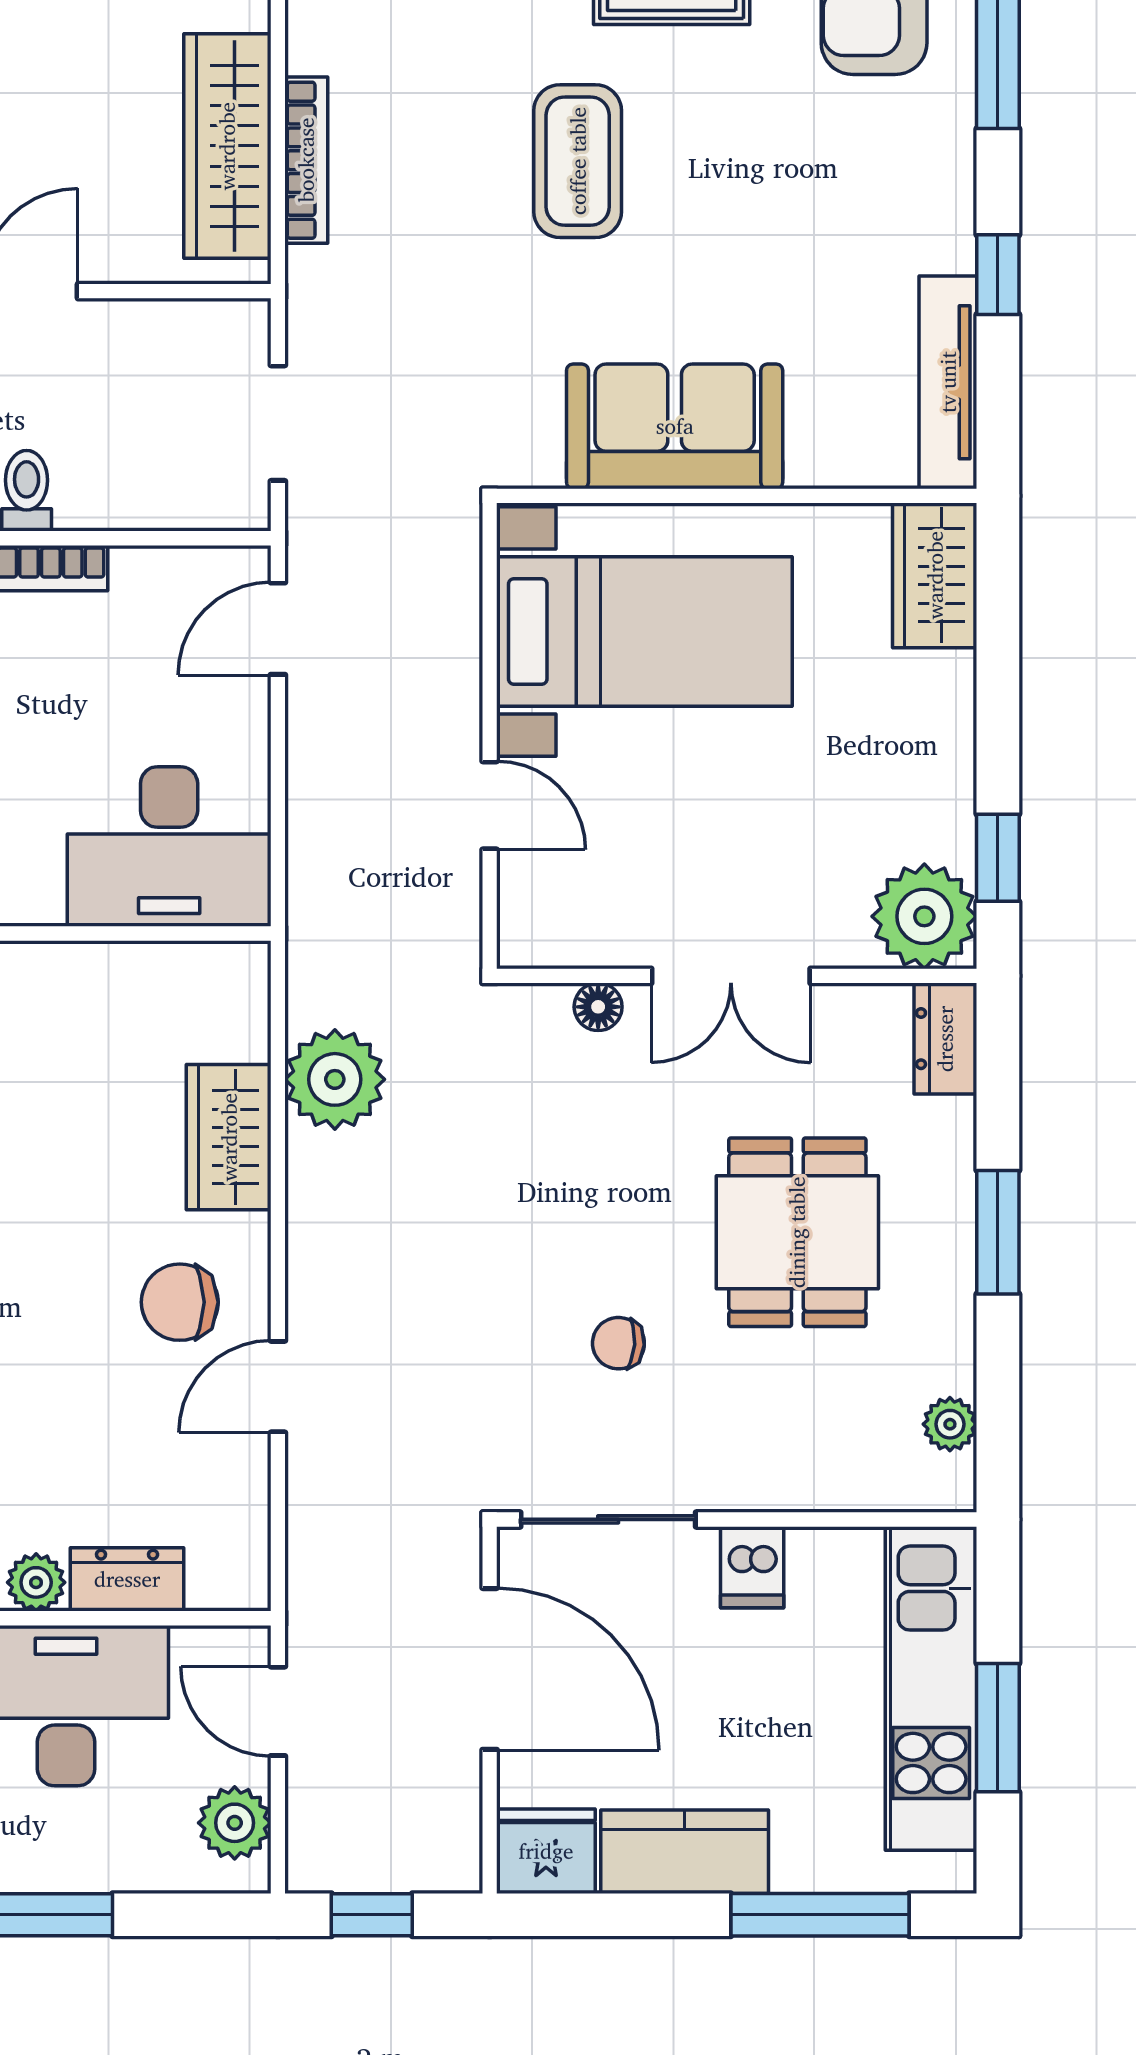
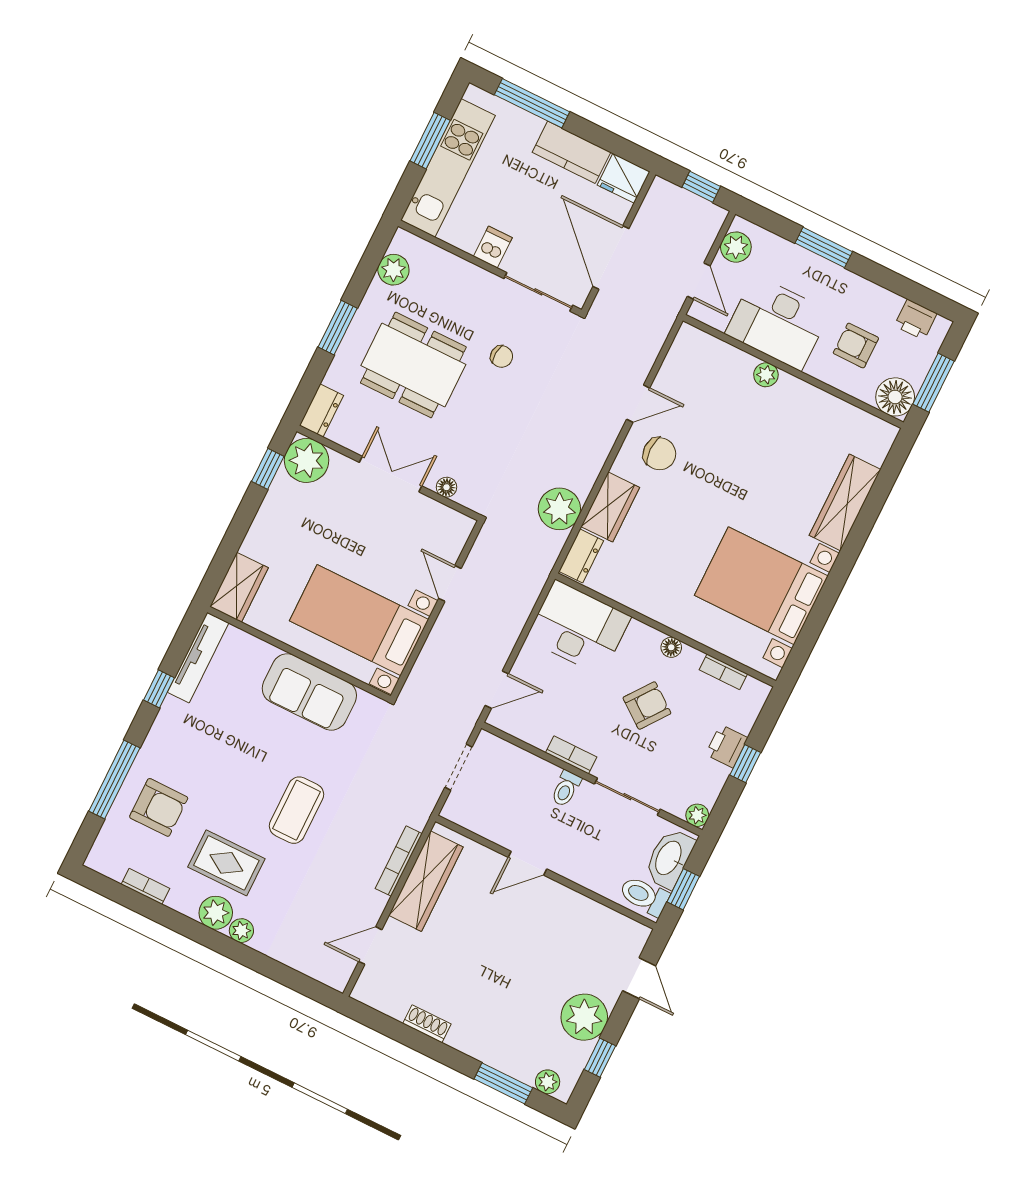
dining table: (797, 1232) -> (413, 365), width x1.37
plant: (950, 1424) -> (393, 270), width x1.38, depth x1.38
dresser: (127, 1579) -> (581, 556), moved, turned -90

